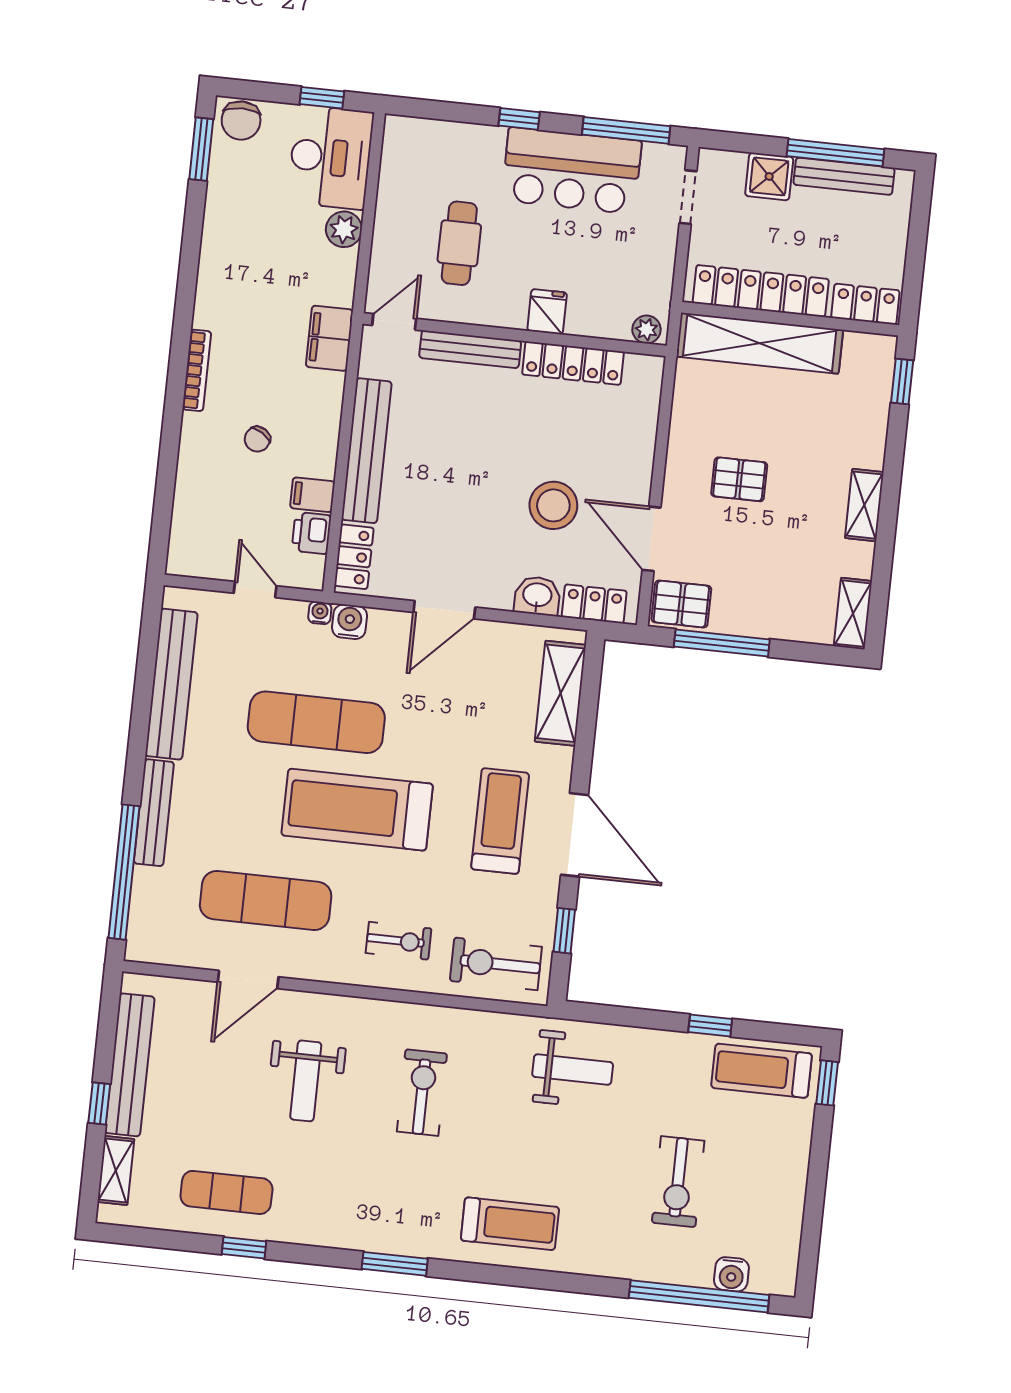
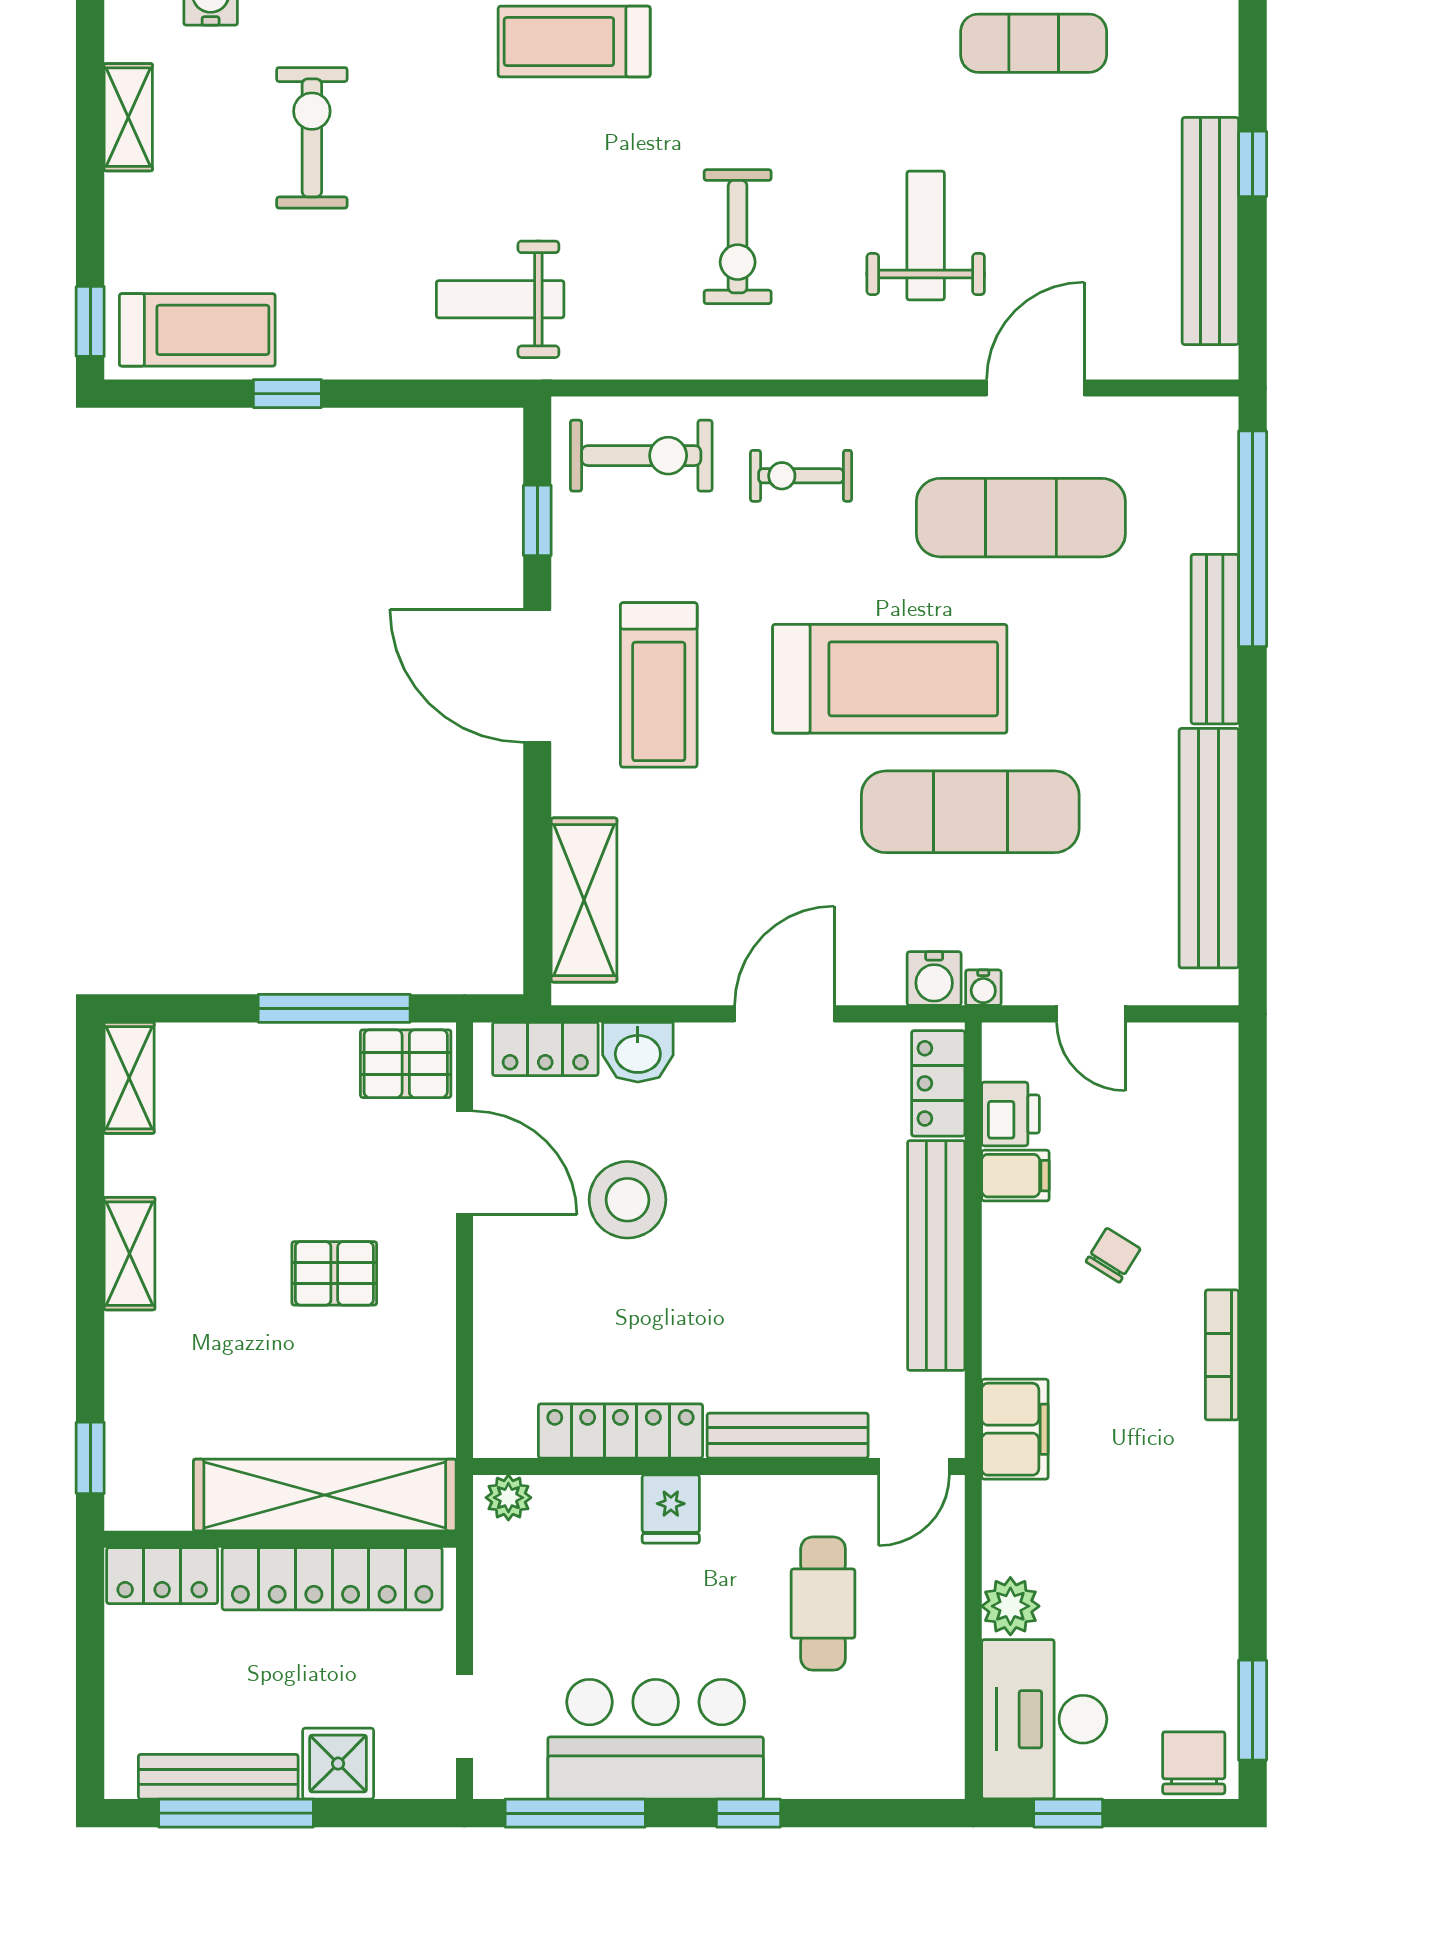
shelving: (116, 1170) -> (128, 117), moved

